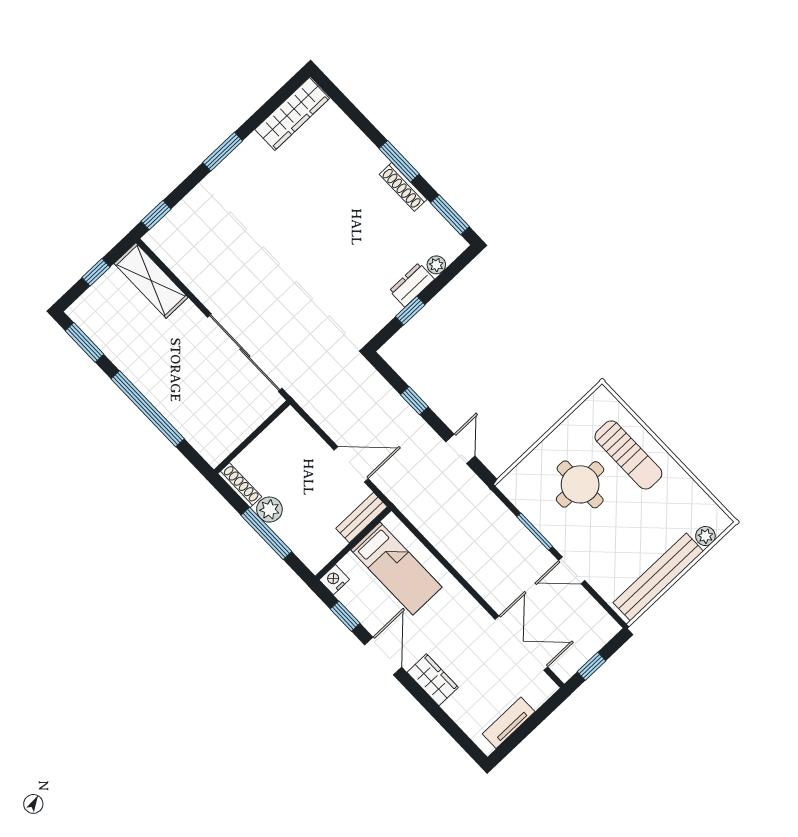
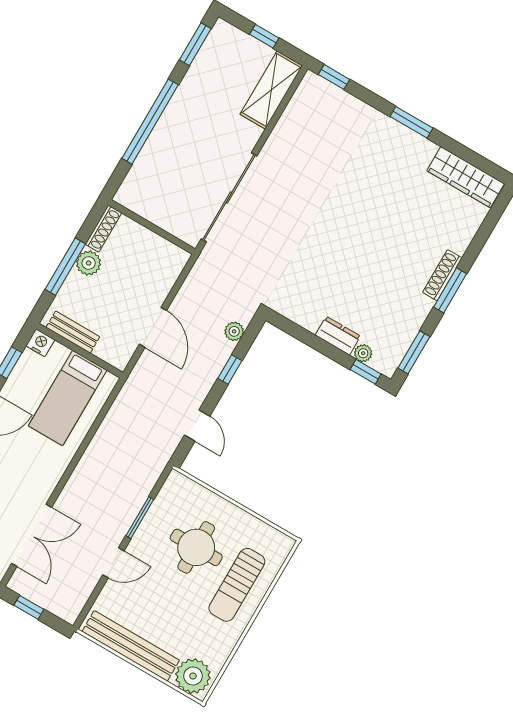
shoe rack: (403, 187) -> (442, 275), moved
window: (410, 311) -> (366, 372), moved
plant: (378, 386) -> (234, 331), added
door: (460, 449) -> (197, 426), hinge flipped
bench: (362, 518) -> (73, 332), moved
plant: (705, 536) -> (193, 676), width x1.88, depth x1.88
door: (572, 570) -> (113, 563), swing flipped

